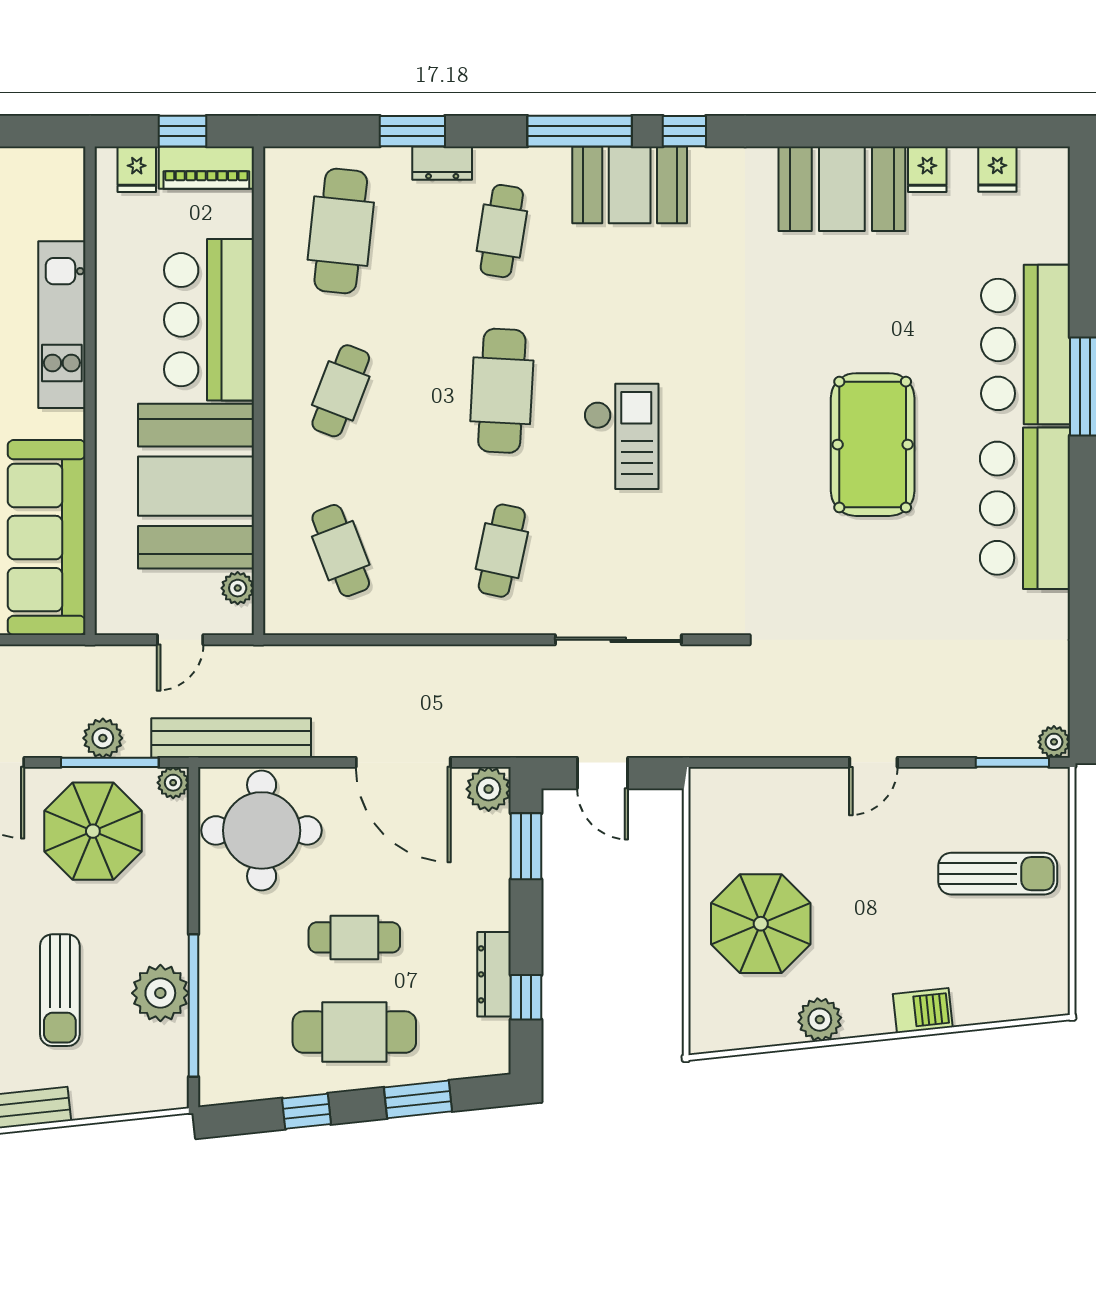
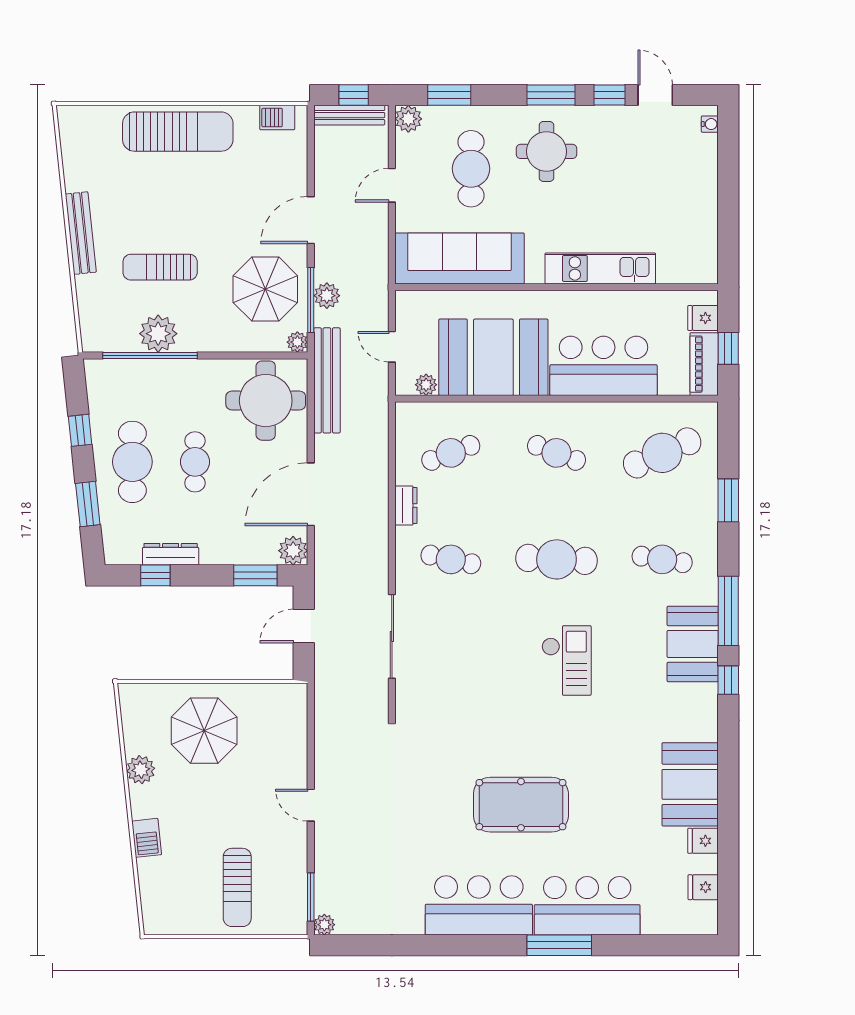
dresser: (442, 163) -> (406, 505), moved, turned 180
cafe table: (341, 231) -> (662, 453), turned -30
checkout: (621, 436) -> (566, 661), moved, turned -90

